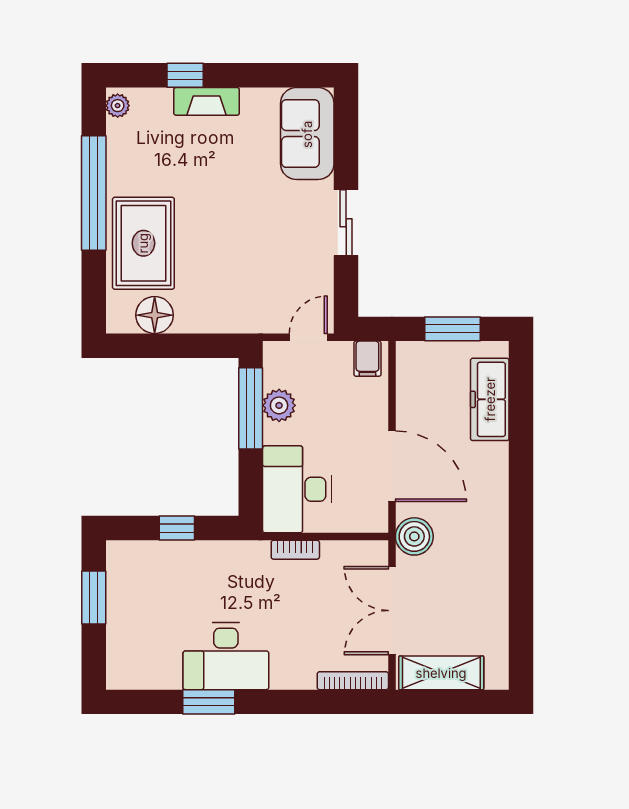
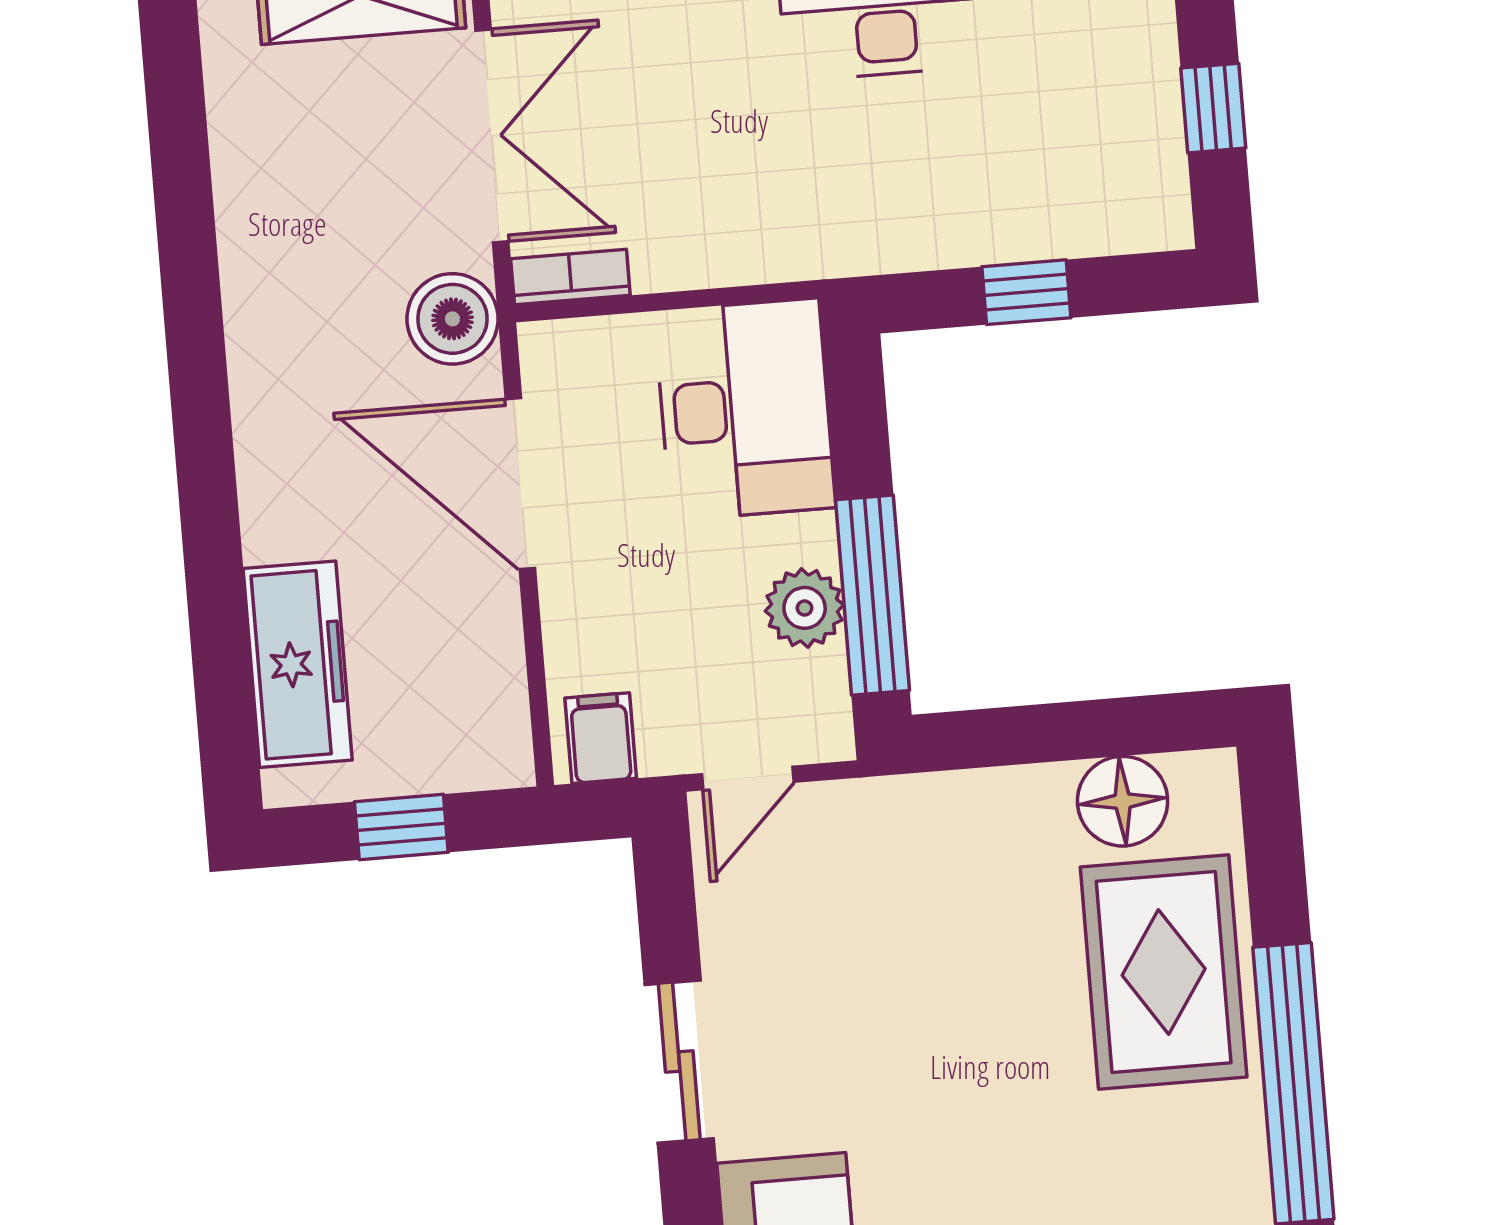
window: (453, 329) -> (401, 827), width x0.67
bookcase: (295, 550) -> (570, 277), moved
window: (94, 598) -> (1213, 108), width x0.67

